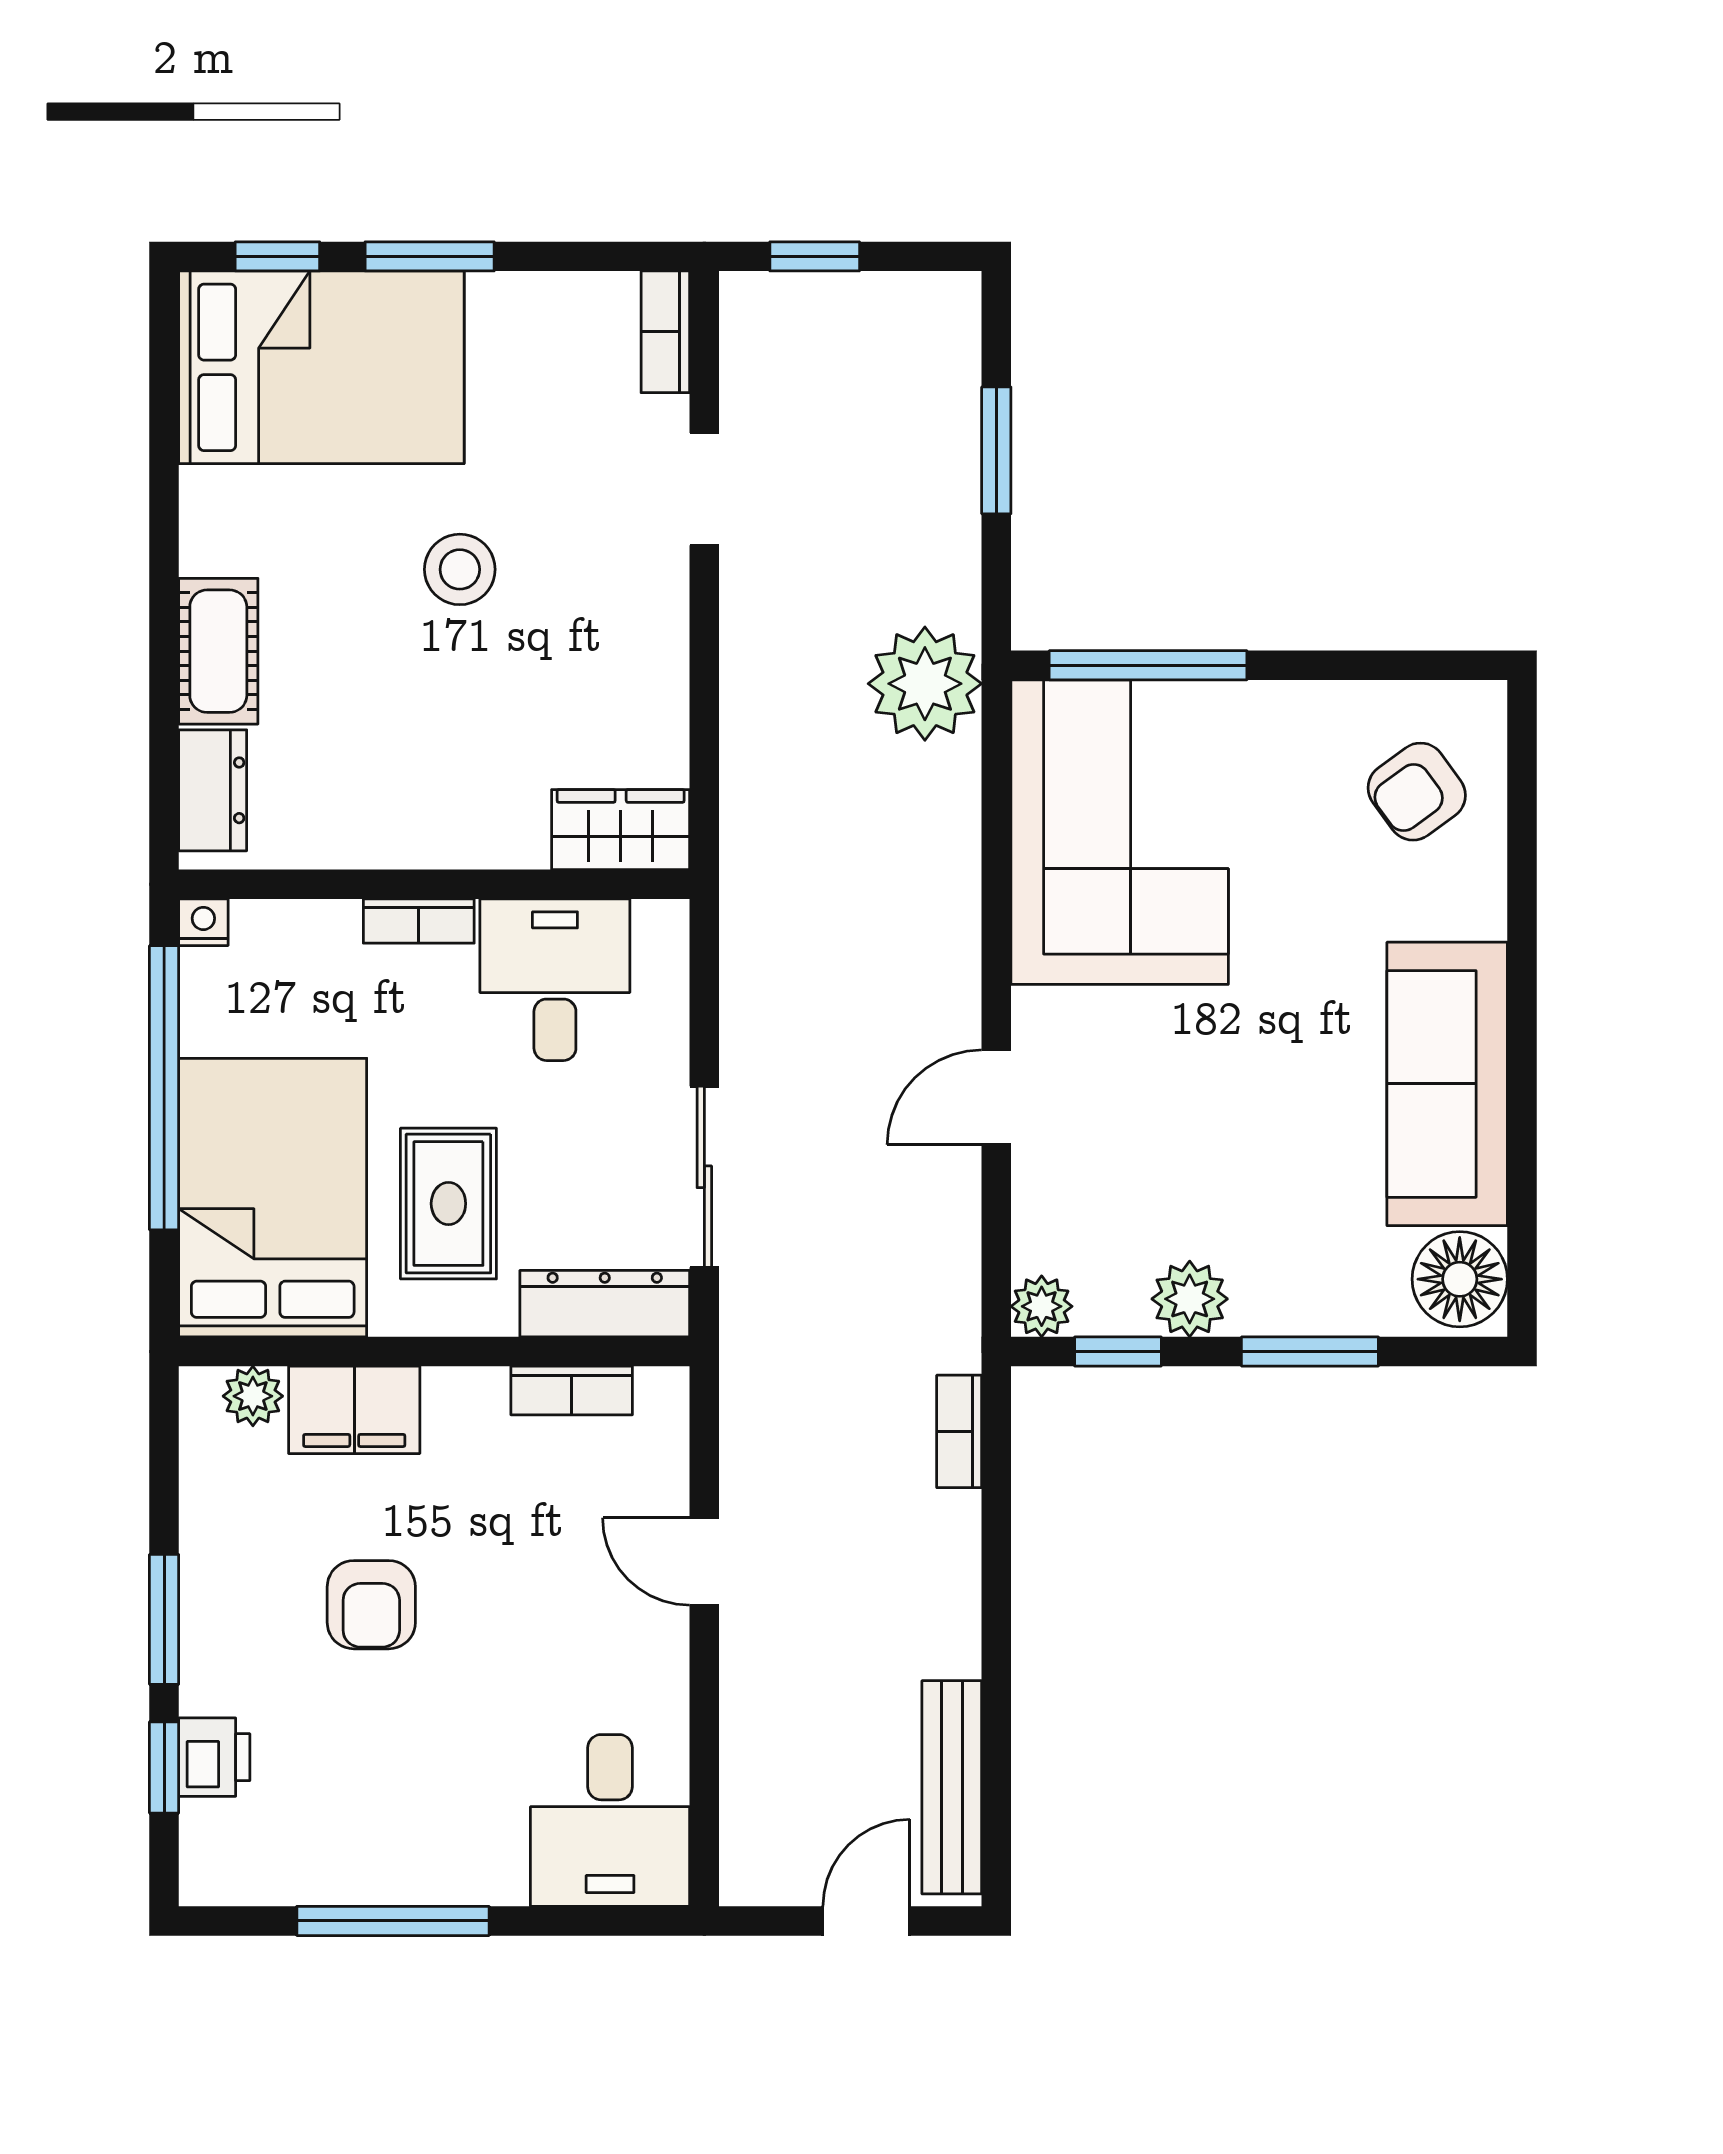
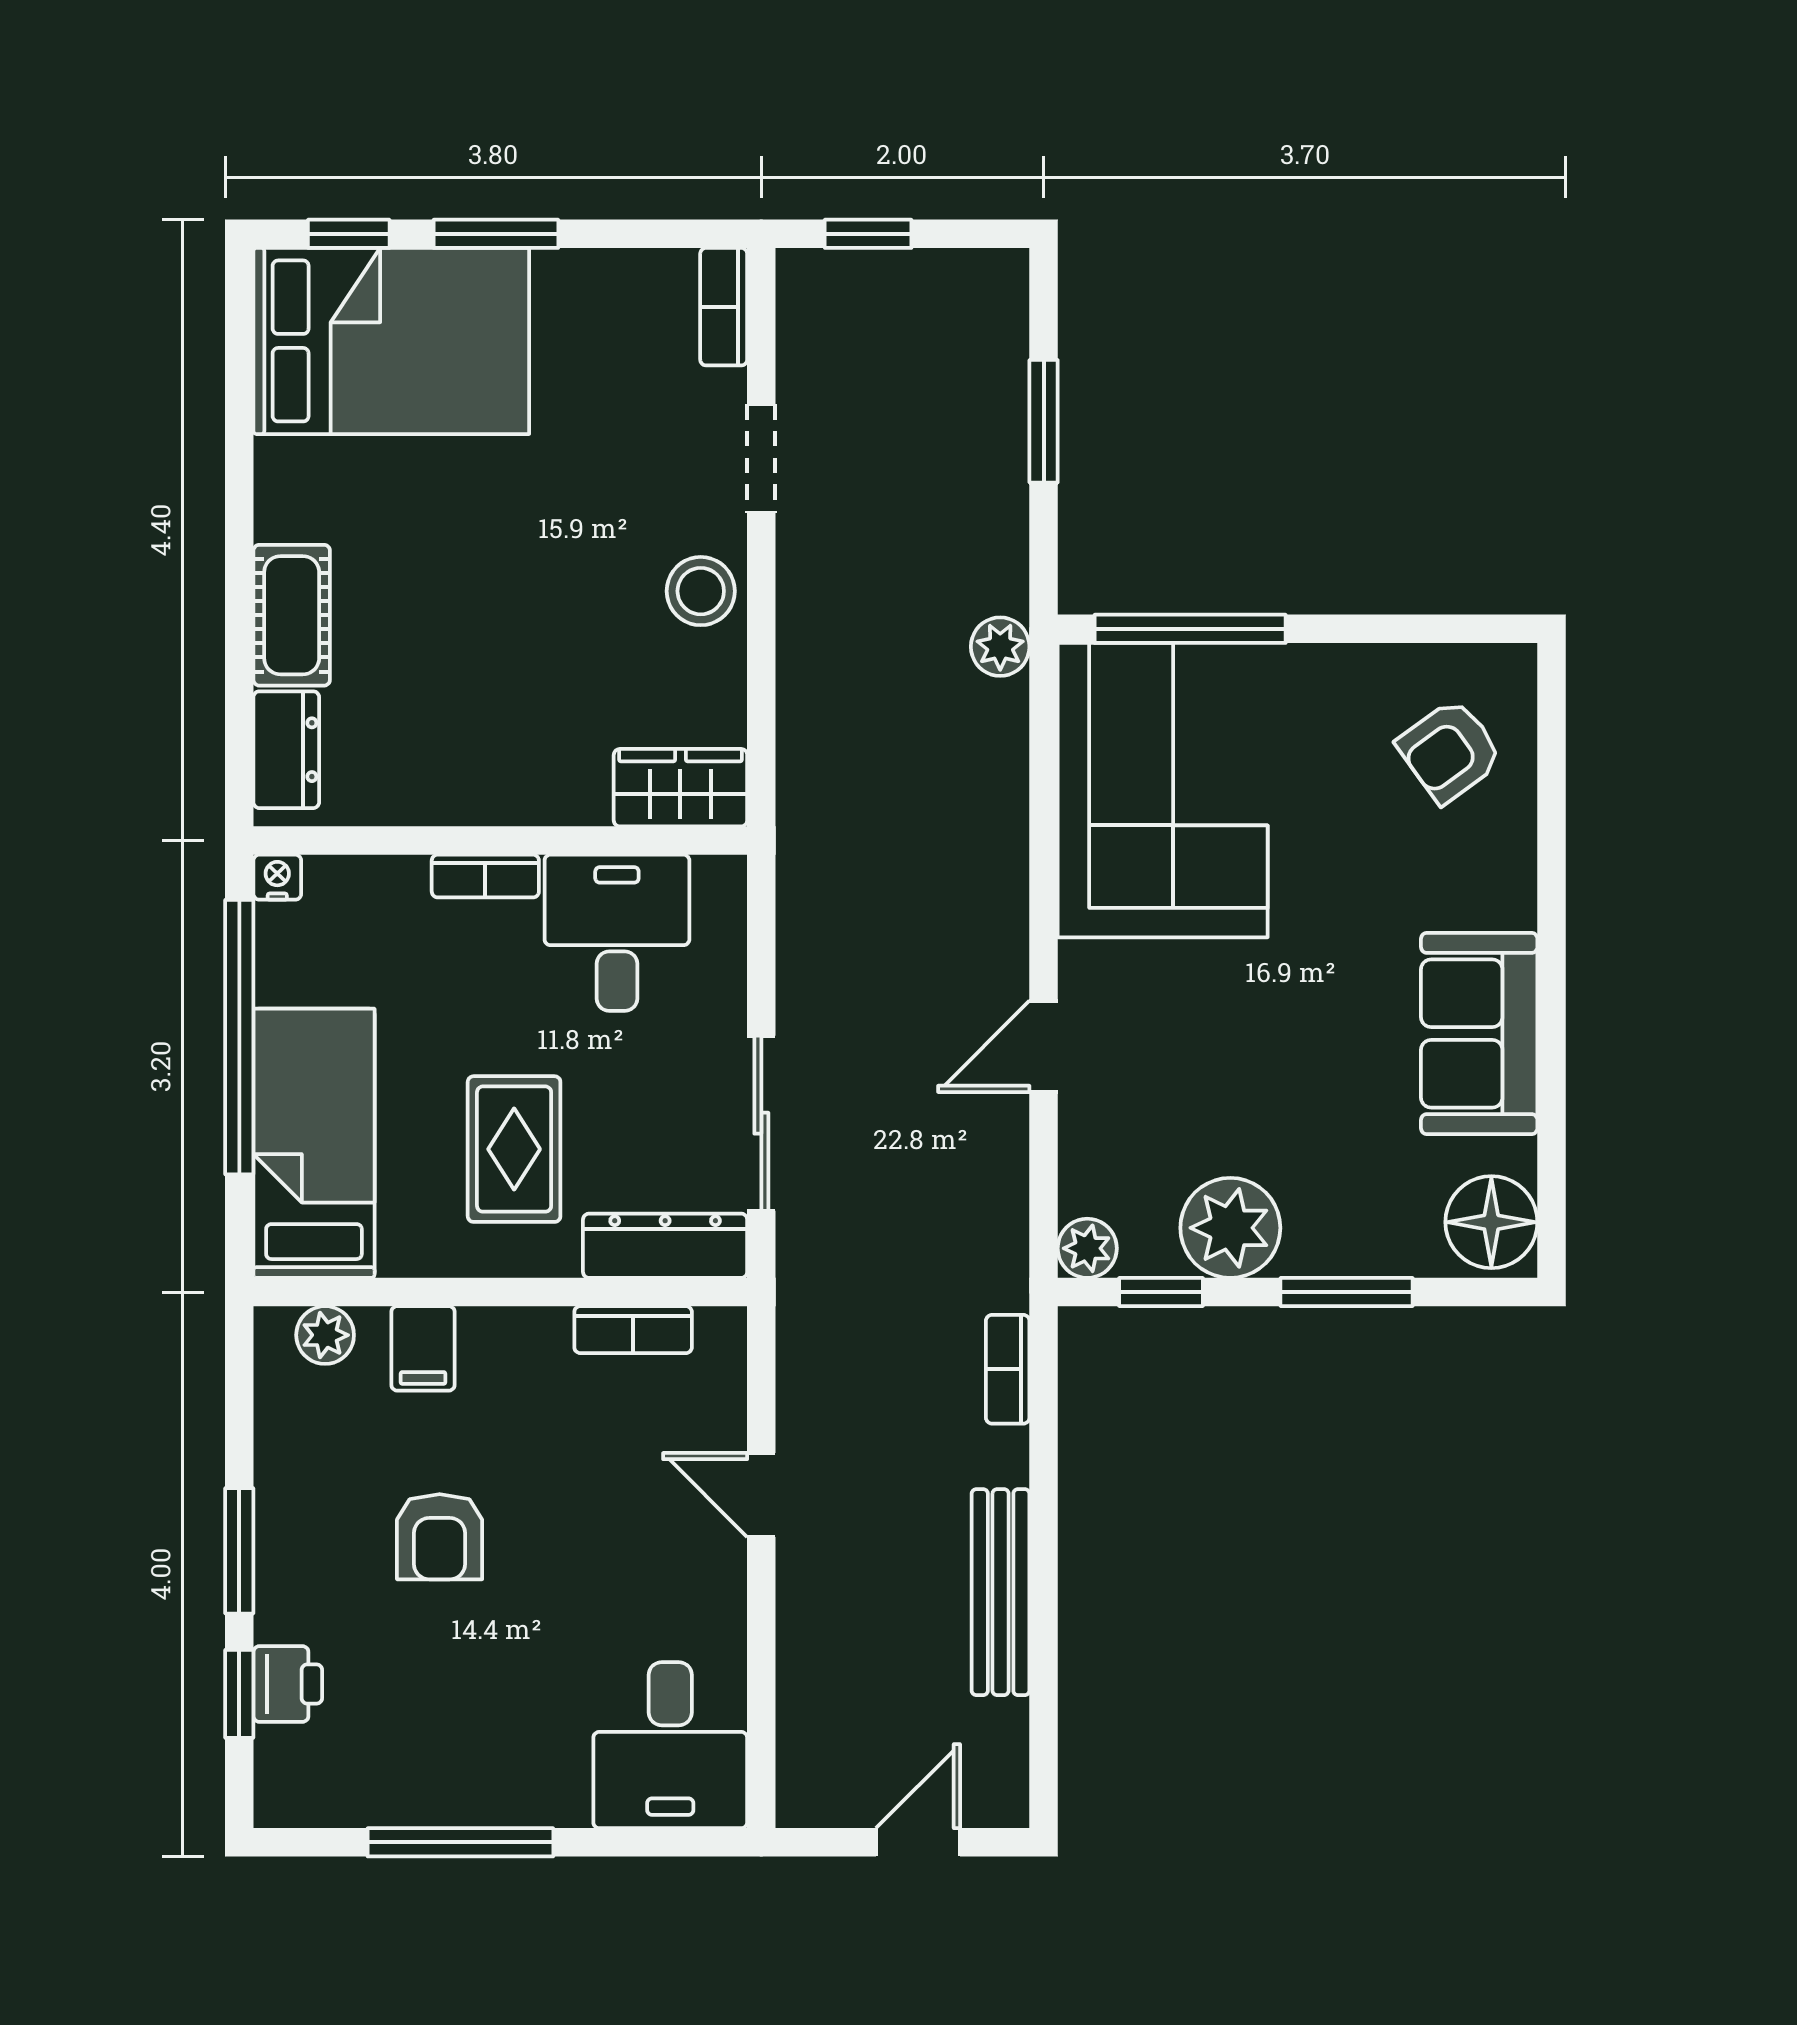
stool: (460, 569) -> (701, 591), moved
plant: (925, 684) -> (1000, 647), width x0.53, depth x0.53
sofa: (1447, 1084) -> (1479, 1033), width x0.73
bed: (273, 1198) -> (314, 1143), width x0.67
plant: (1190, 1299) -> (1230, 1228), width x1.36, depth x1.36
filing cabinet: (354, 1410) -> (423, 1348), width x0.50
bench: (952, 1787) -> (1001, 1592), moved

